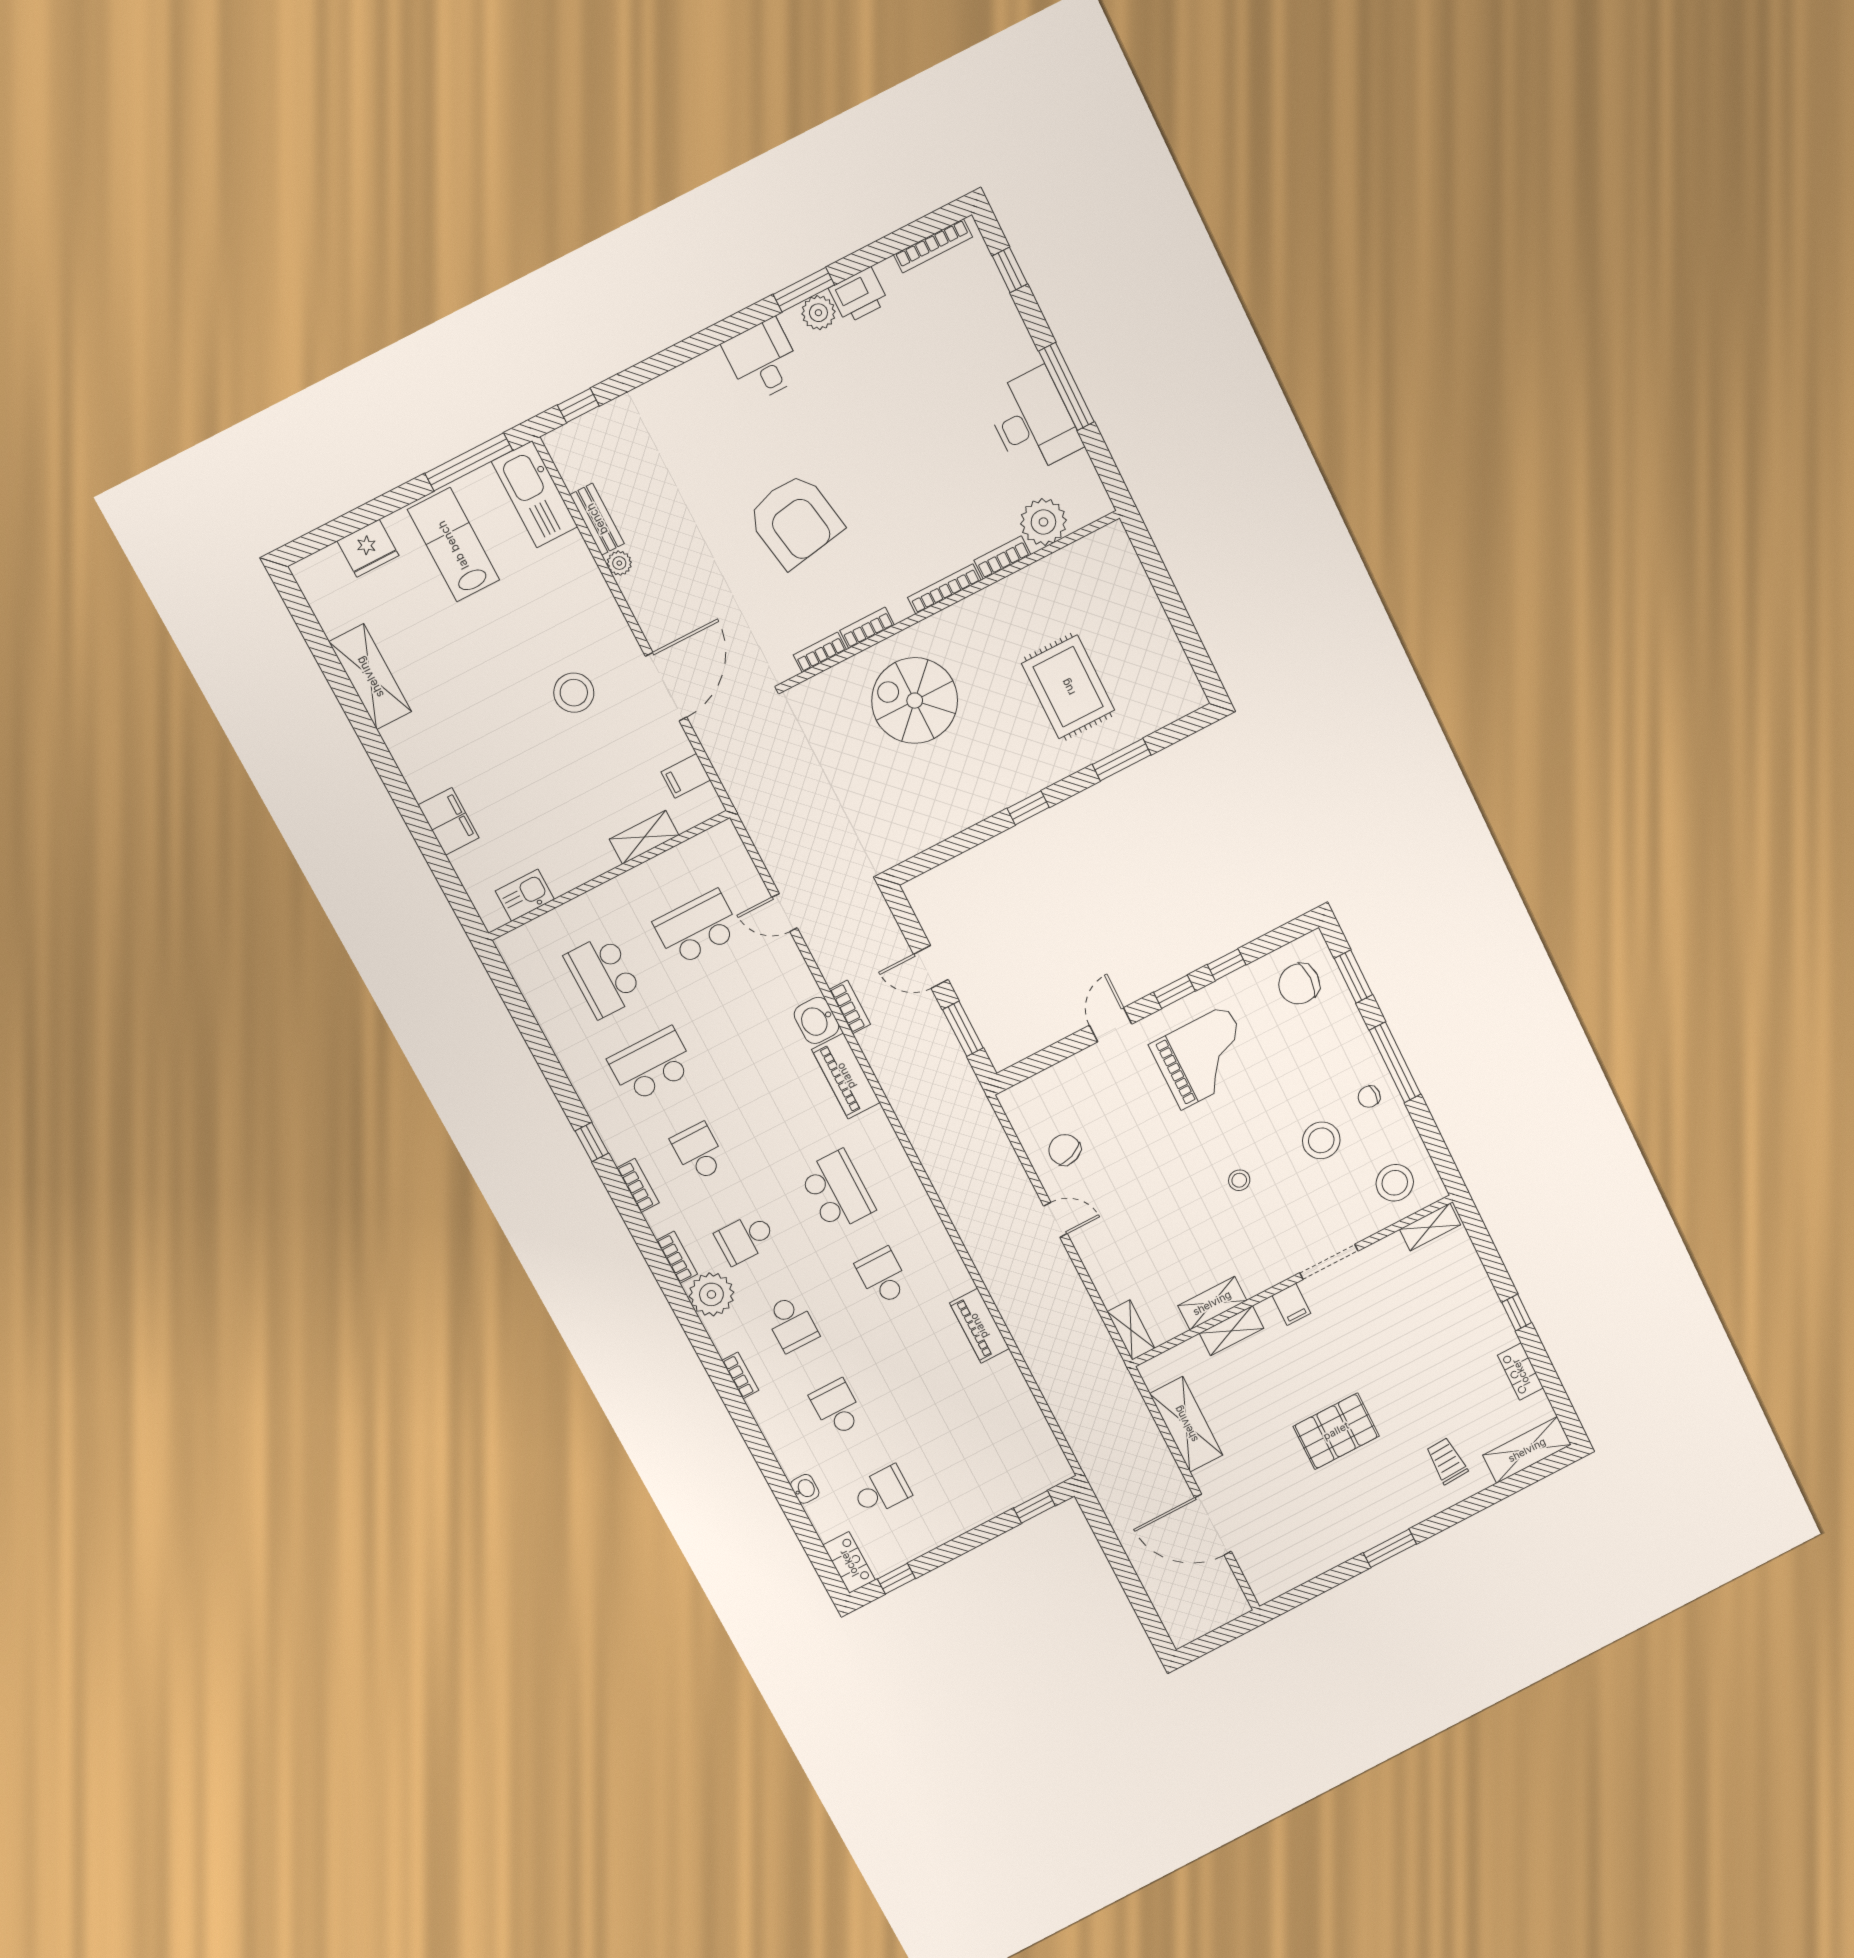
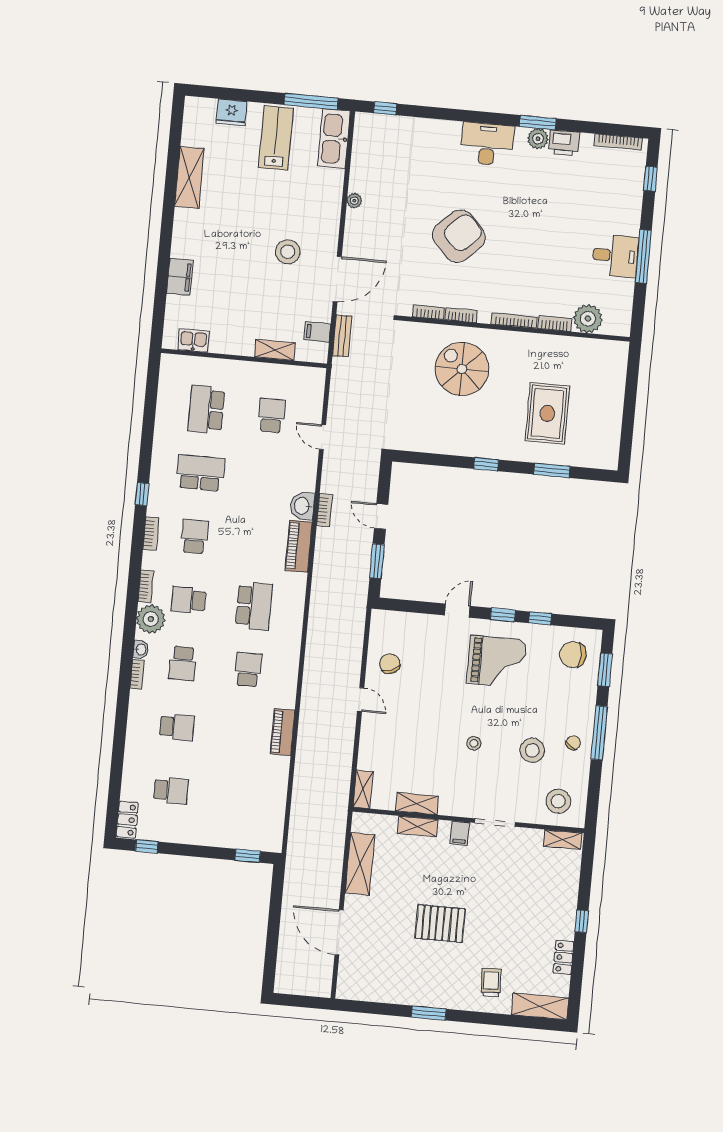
desk: (763, 360) -> (487, 144), width x1.37
desk: (1033, 422) -> (615, 256), width x0.73
bench: (597, 519) -> (342, 336), moved
armchair: (795, 521) -> (459, 236), turned -124
school desk: (697, 928) -> (272, 415), width x0.54
chair: (1369, 1097) -> (573, 743), turned 125
school desk: (837, 1408) -> (177, 727), turned 90
washbasin: (805, 1489) -> (141, 649), moved

